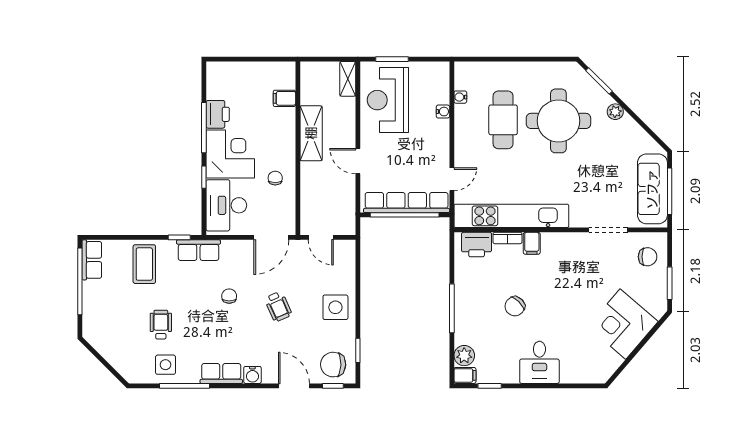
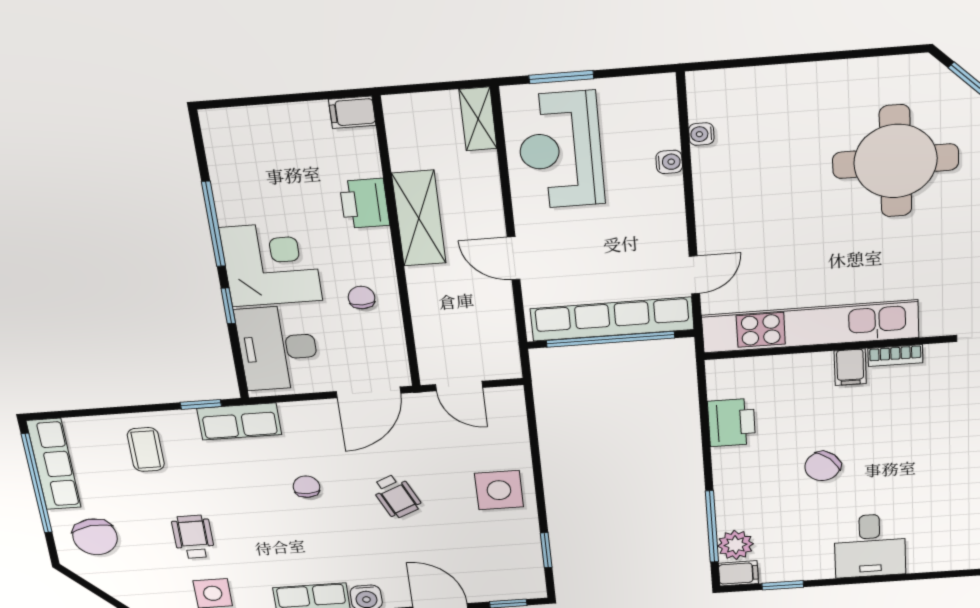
filing cabinet: (284, 98) -> (352, 112), moved
printer: (218, 114) -> (364, 203), moved, turned 180
cafe table: (503, 120) -> (787, 167), removed
bookcase: (507, 238) -> (895, 356), moved
printer: (477, 245) -> (732, 423), moved, turned -90
row of seats: (92, 260) -> (54, 464), width x1.48
coffee table: (144, 264) -> (146, 450), width x0.73, depth x0.77
window: (452, 308) -> (712, 527), moved
chair: (333, 365) -> (95, 537), moved, turned -99

